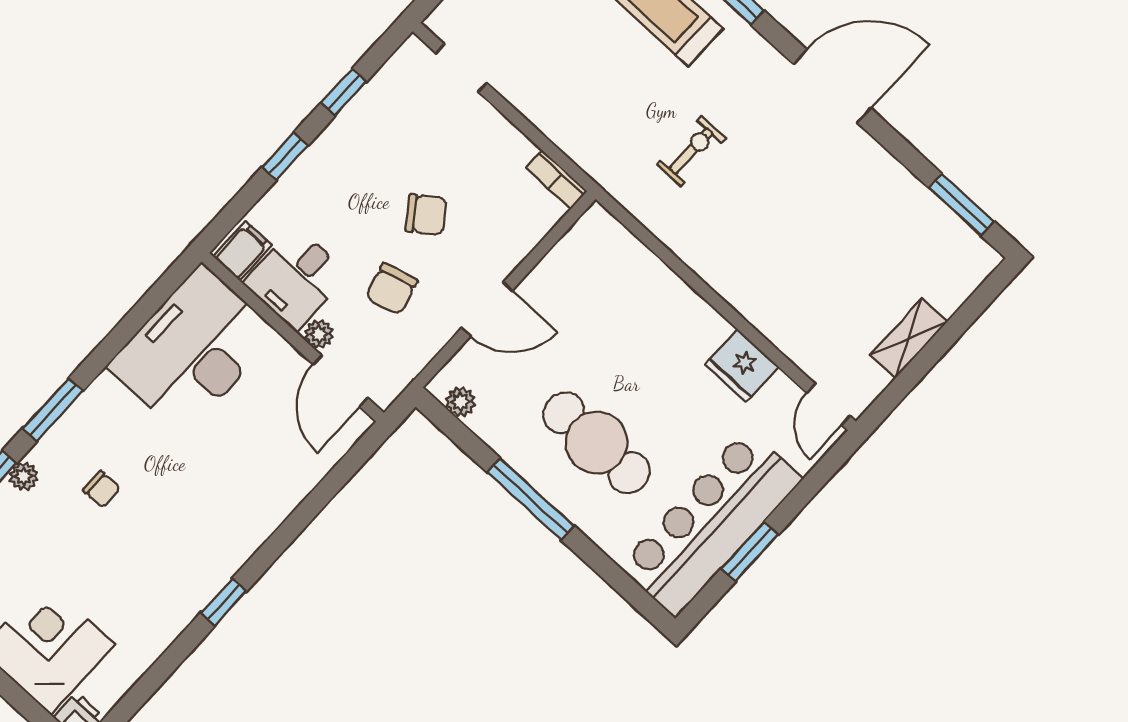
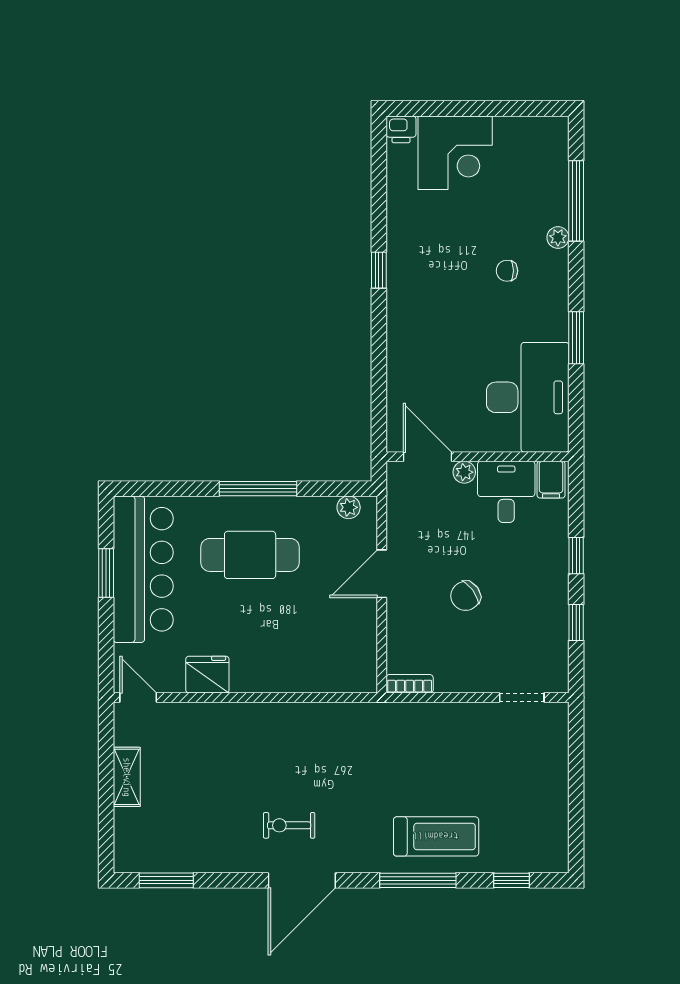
exercise bike: (691, 151) -> (289, 825), moved, turned 90
chair: (392, 289) -> (446, 536), removed
window: (53, 410) -> (576, 338), moved

